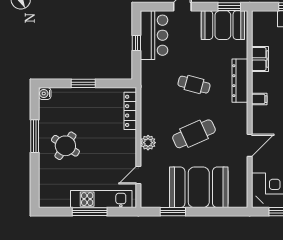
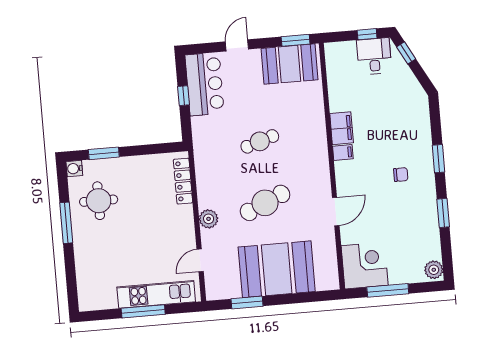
filing cabinet: (260, 59) -> (342, 128), moved
dresser: (240, 81) -> (317, 132), removed
window: (83, 83) -> (104, 153), moved
cafe table: (194, 85) -> (260, 141), turned -33
round table: (65, 146) -> (99, 201), moved, turned -33

